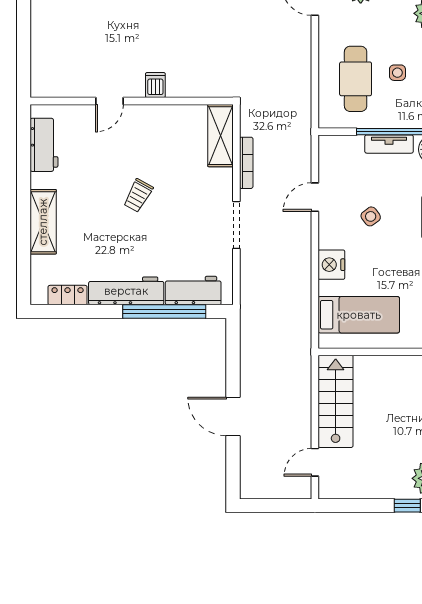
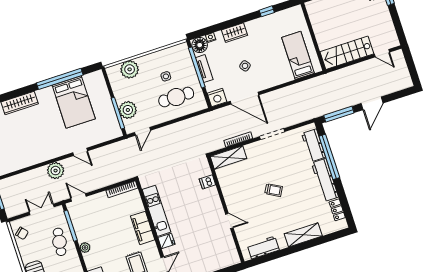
dishwasher: (155, 85) -> (207, 182), moved
door: (315, 197) -> (244, 98), width x1.88
nightstand: (331, 265) -> (217, 98), moved
window: (233, 352) -> (339, 114), added

